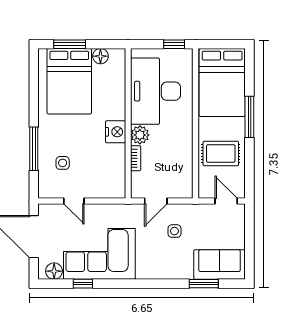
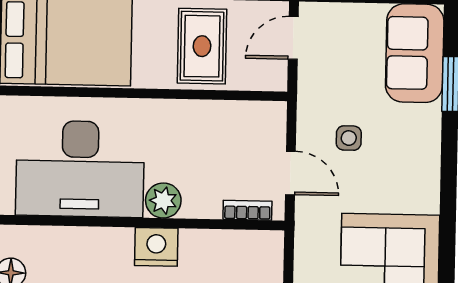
bookcase: (136, 158) -> (247, 210), moved

